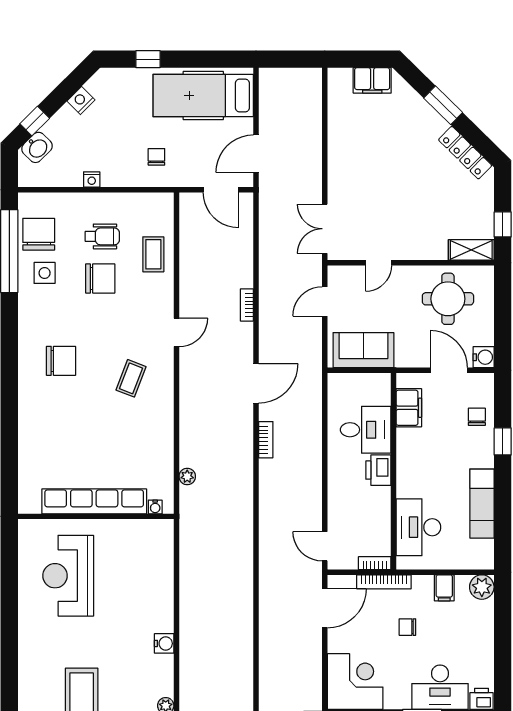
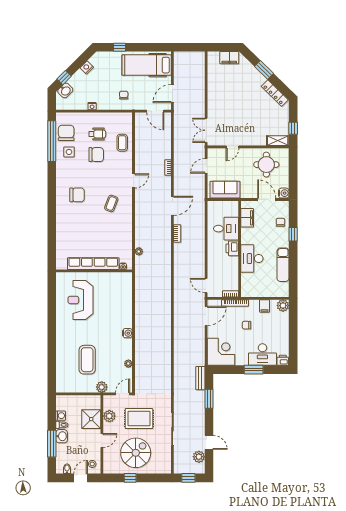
desk: (418, 527) -> (252, 259), moved

